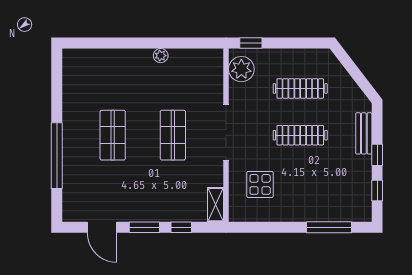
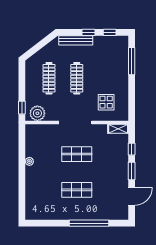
bench: (364, 133) -> (76, 40), width x1.36

